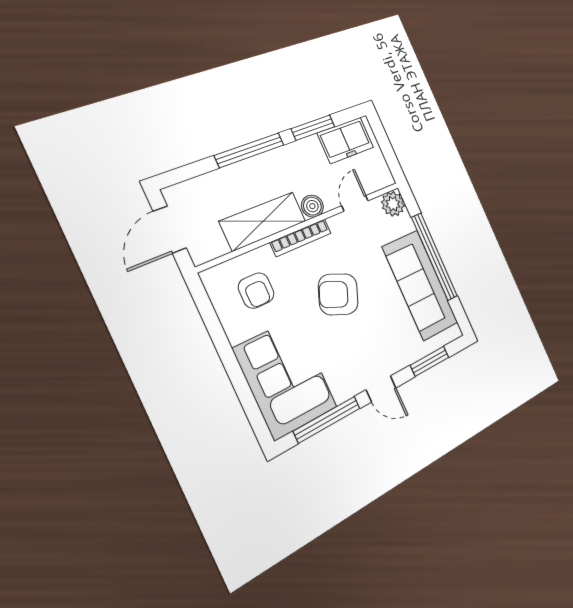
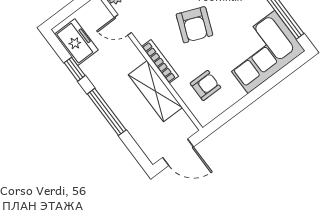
window: (313, 128) -> (75, 69), width x0.67
boiler: (312, 206) -> (134, 58), removed

